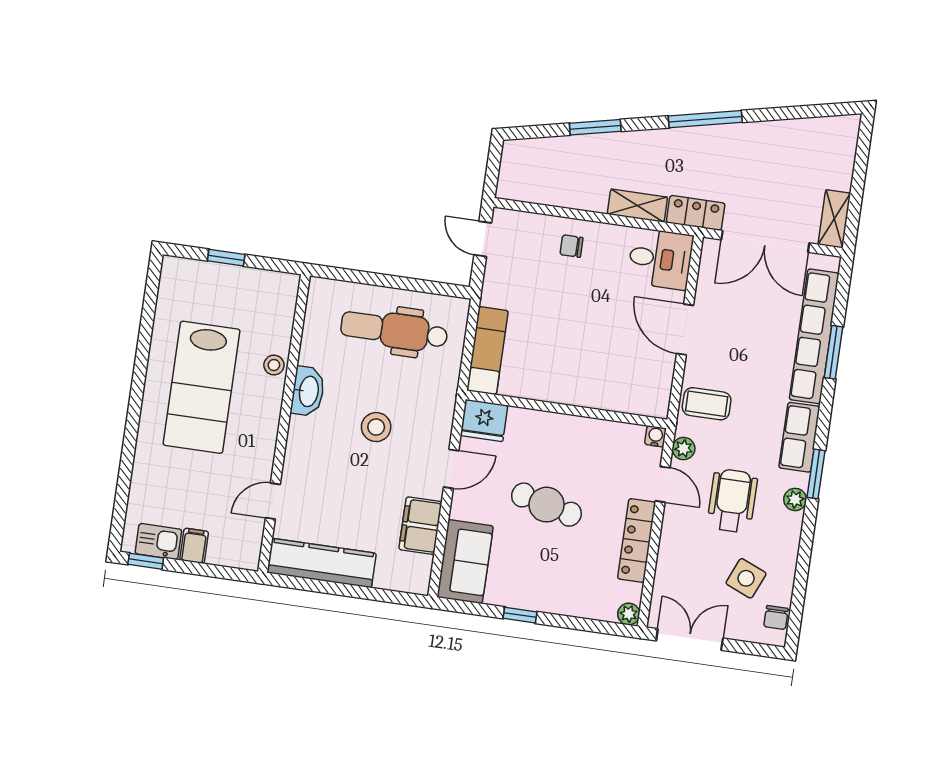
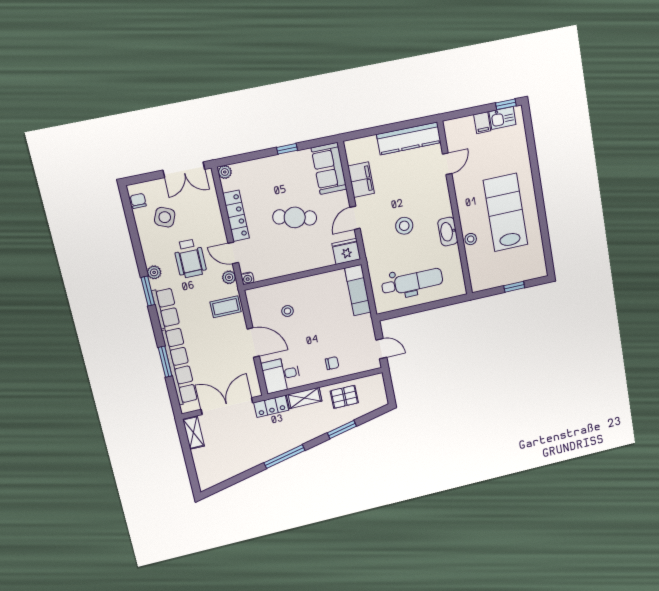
pallet: (572, 182) -> (344, 397), added
stool: (612, 360) -> (288, 311), added

